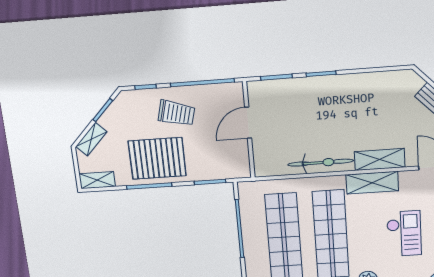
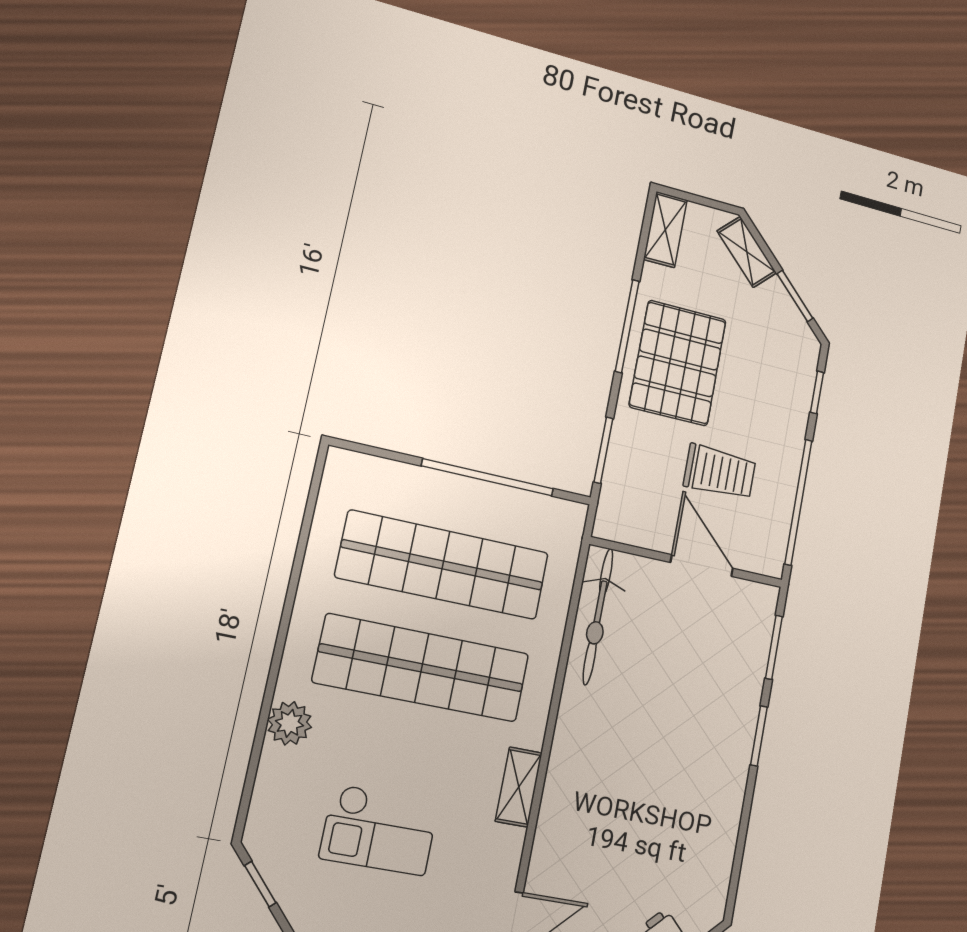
trolley: (176, 113) -> (720, 472), moved, turned -105
shelving: (380, 159) -> (559, 813), removed
bicycle: (320, 163) -> (598, 616), moved
shelving: (372, 183) -> (519, 787), width x0.67, depth x0.75

